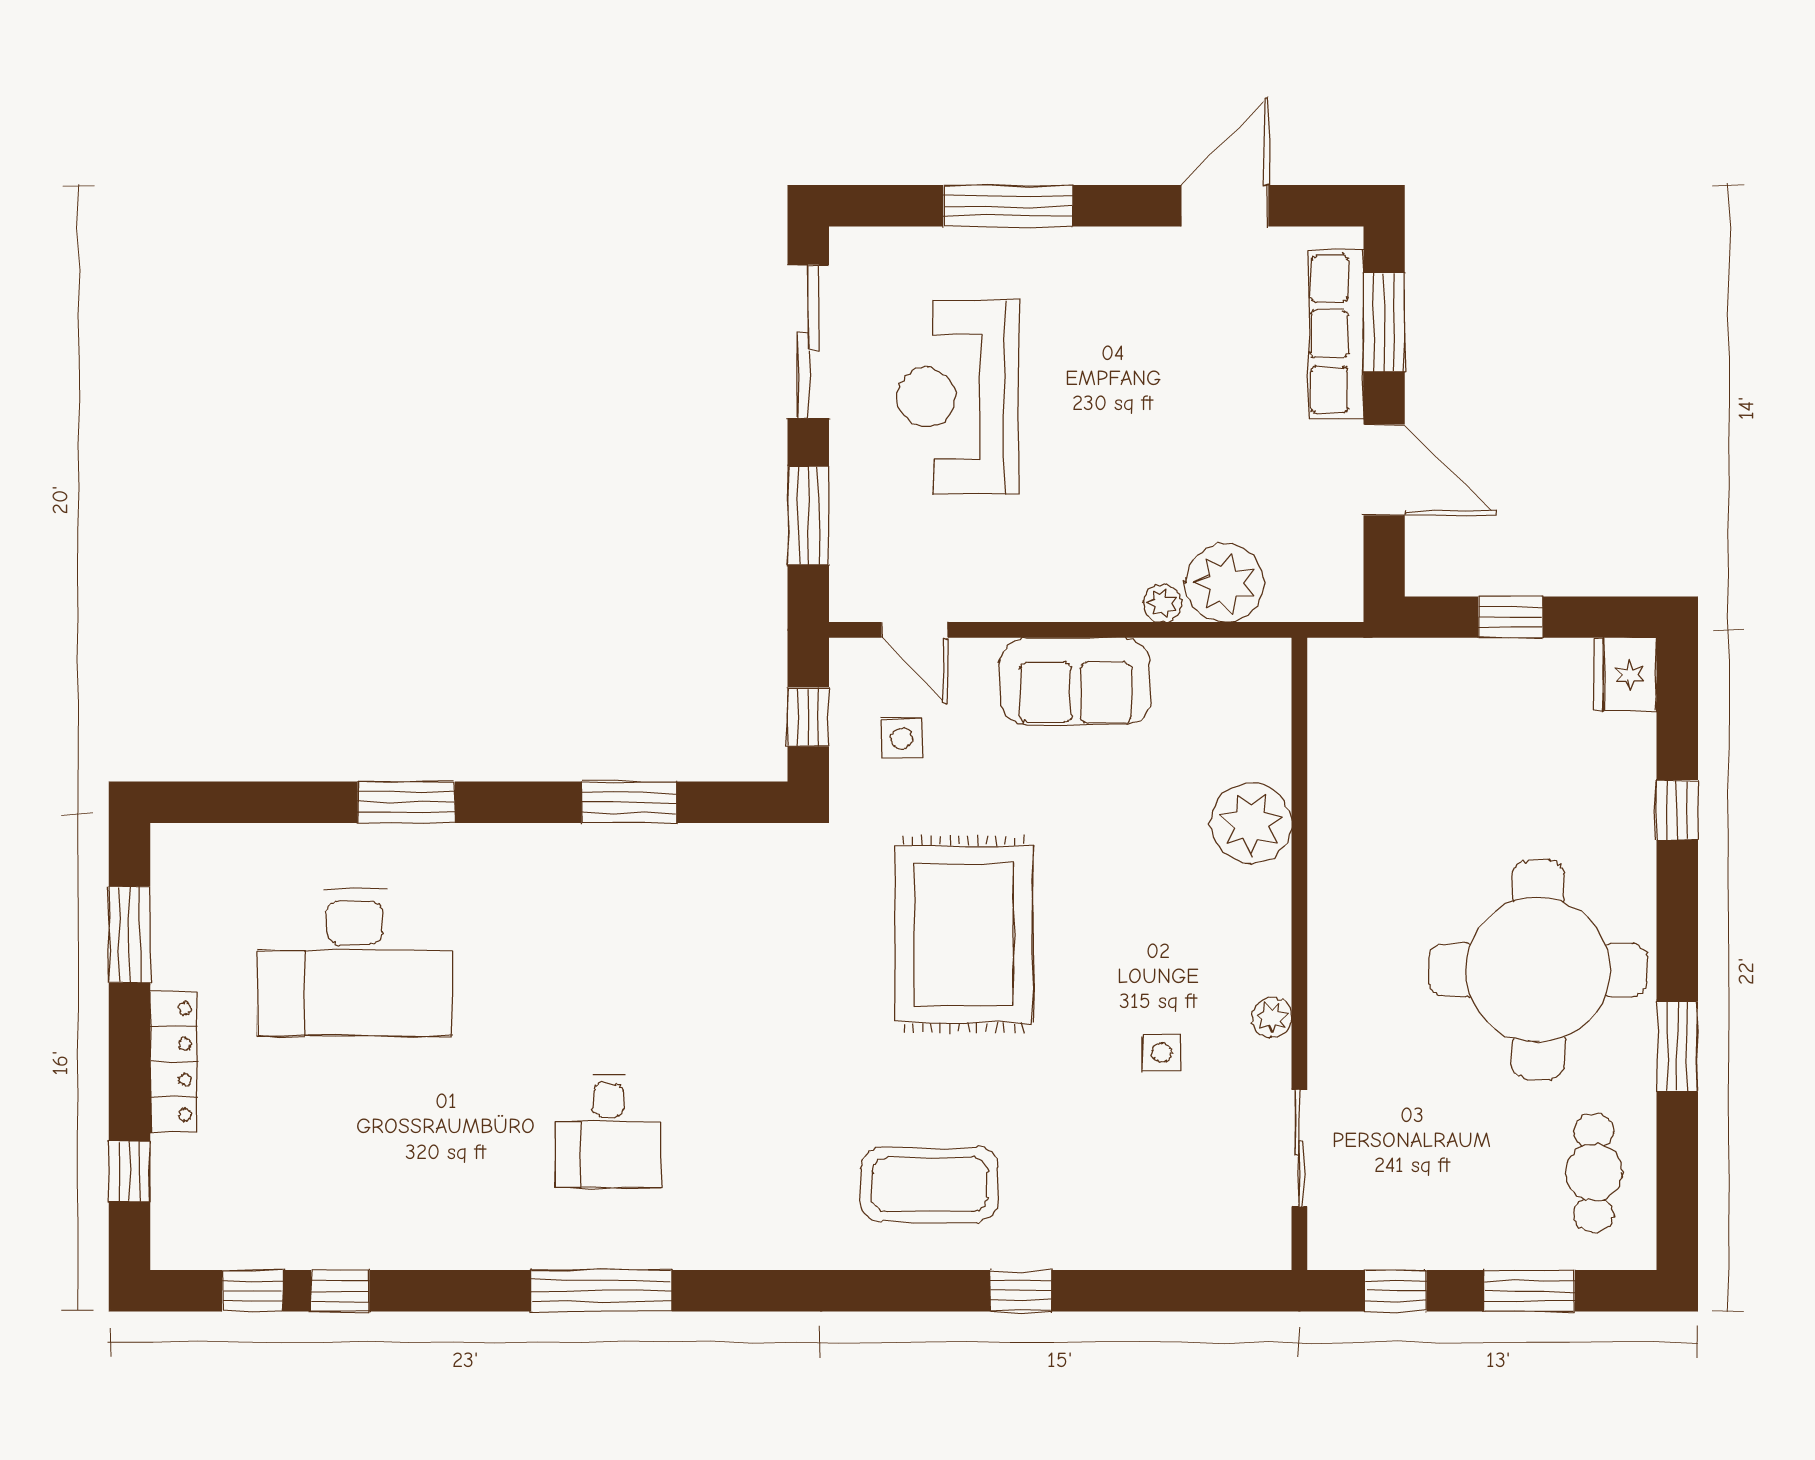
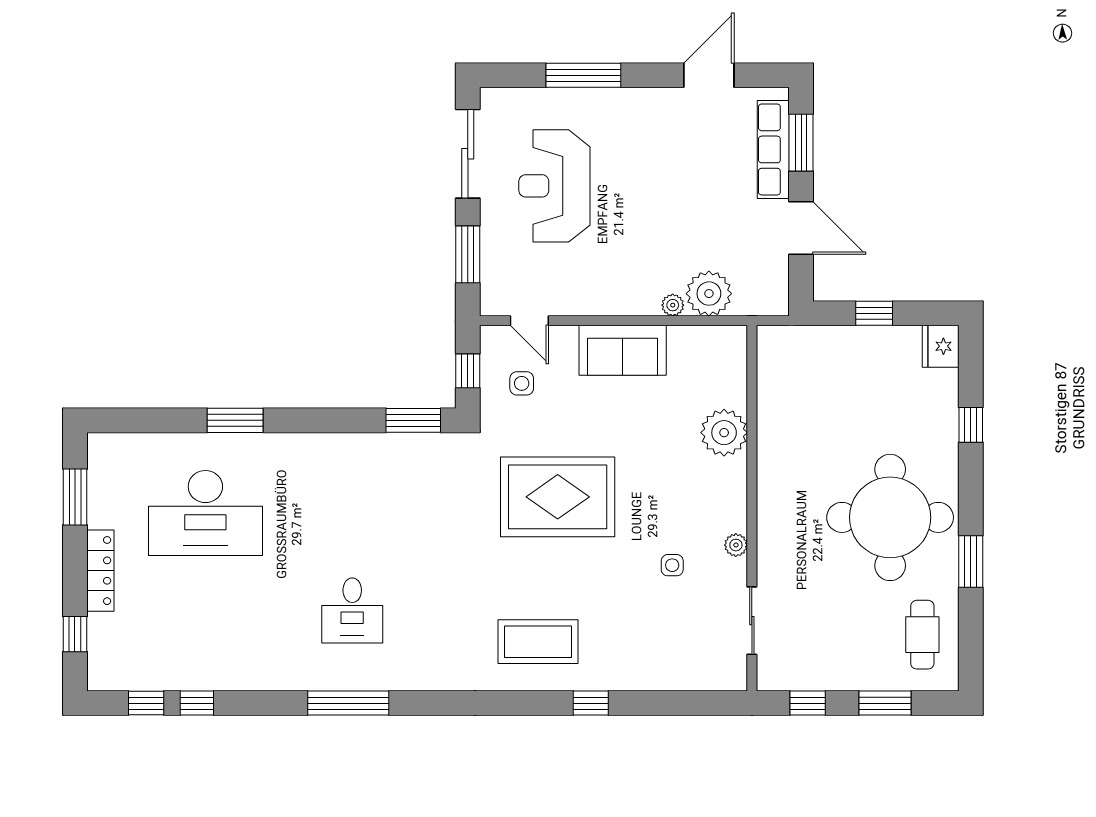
window: (629, 802) -> (413, 420), moved
rug: (964, 934) -> (558, 497), turned 90

